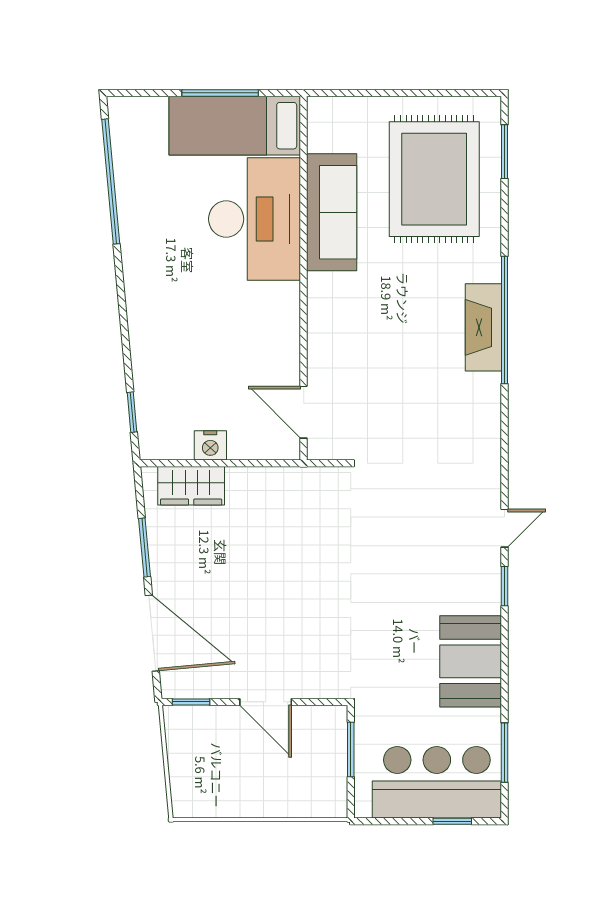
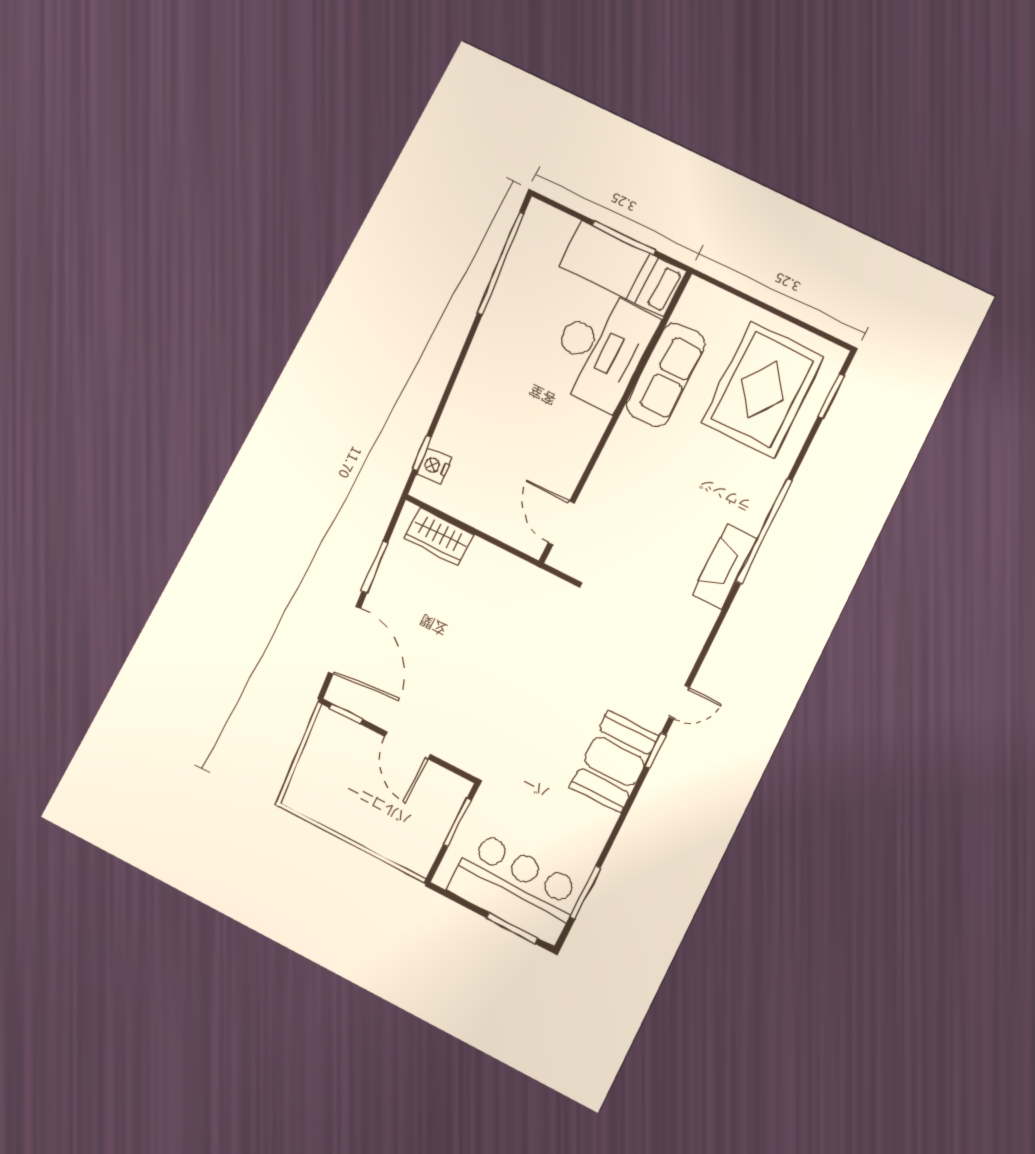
fireplace: (483, 327) -> (725, 567), moved
nightstand: (210, 445) -> (434, 466), moved, turned 85
booth: (471, 661) -> (614, 761), moved
window: (452, 821) -> (512, 928), width x1.50

